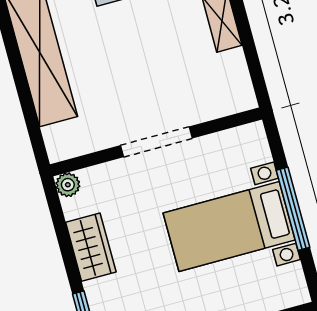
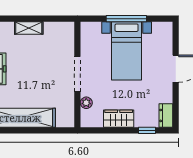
plant: (68, 185) -> (86, 103), moved

